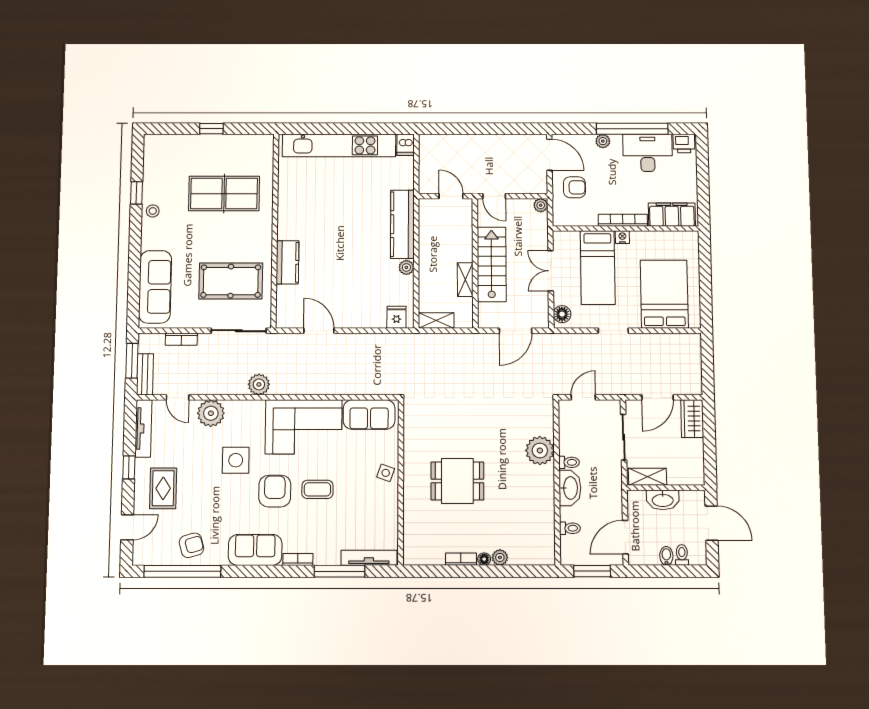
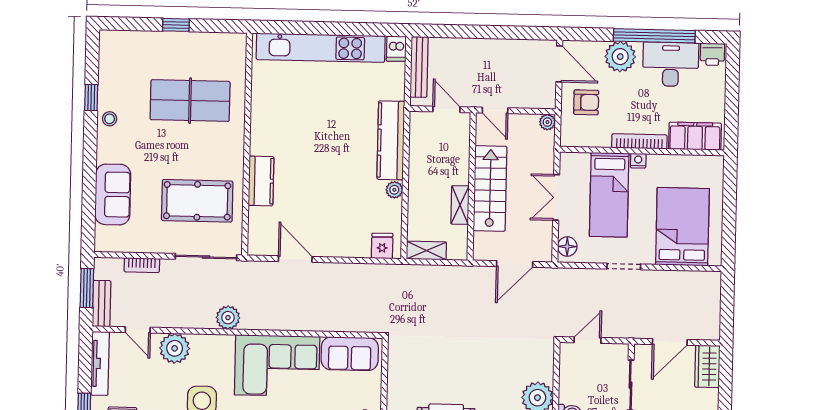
plant: (603, 141) -> (620, 57), width x1.88, depth x1.88
bench: (426, 160) -> (419, 67), added
sofa: (155, 287) -> (113, 194), width x0.73

